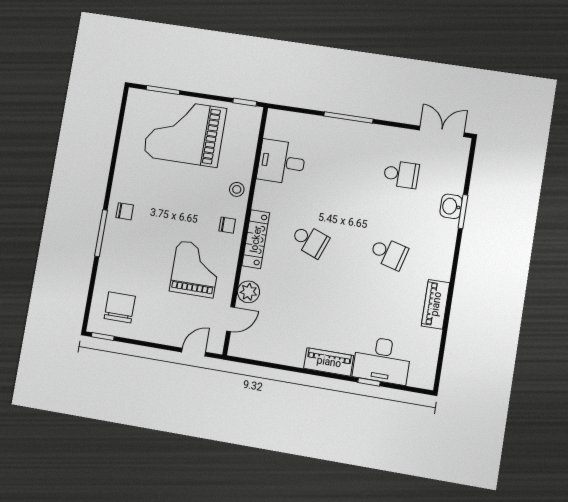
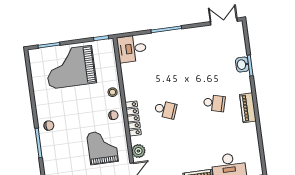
desk: (282, 162) -> (132, 49), moved
school desk: (401, 174) -> (208, 54), removed
piano: (436, 304) -> (248, 108), moved

